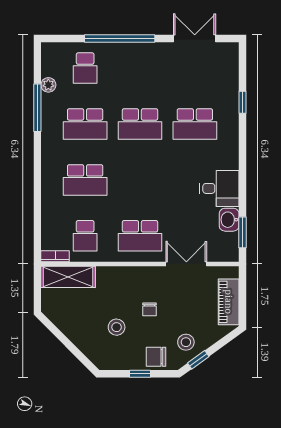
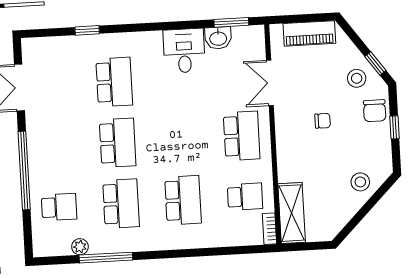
stool: (117, 327) -> (360, 182), moved

